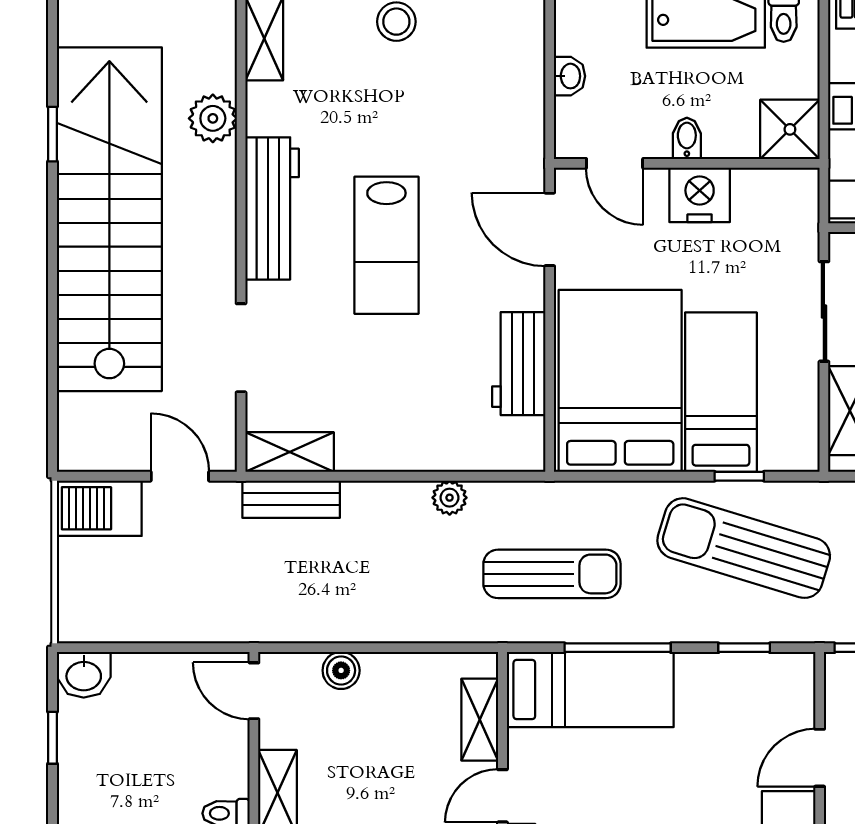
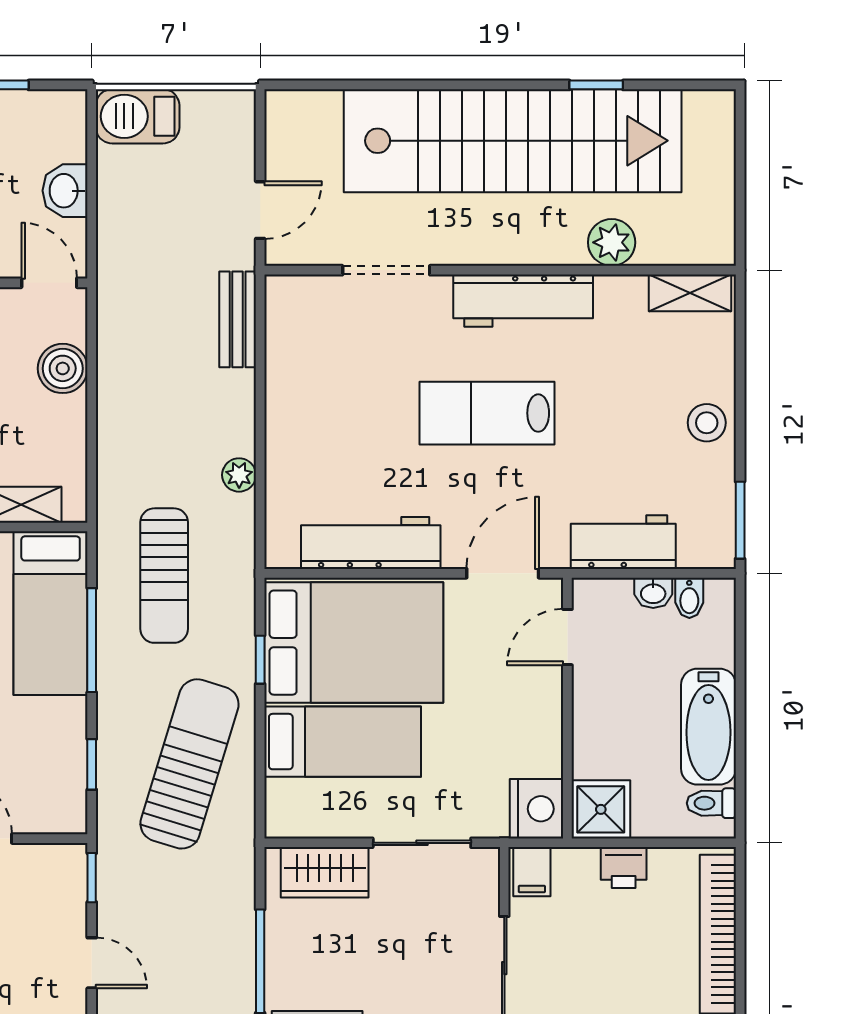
workbench: (518, 107) -> (623, 542), added
bidet: (687, 138) -> (689, 598), moved, turned 90
nightstand: (700, 195) -> (537, 809), moved
workbench: (519, 364) -> (371, 543), width x1.38
shelving: (290, 452) -> (284, 318), removed
window: (739, 476) -> (260, 660), moved
barbecue: (99, 508) -> (138, 116), moved, turned -90
boiler: (341, 670) -> (63, 368), width x1.36, depth x1.36
washbasin: (84, 675) -> (65, 191), moved
door: (254, 691) -> (49, 283), hinge flipped

